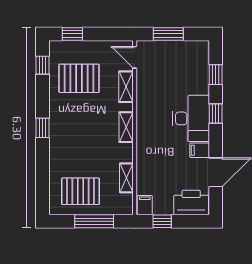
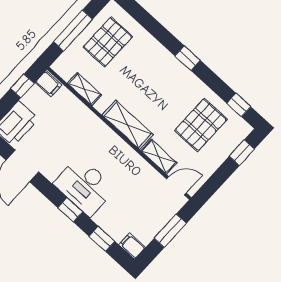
shelving: (126, 127) -> (128, 125), width x1.50, depth x1.33
filing cabinet: (200, 150) -> (132, 246), moved, turned -90

